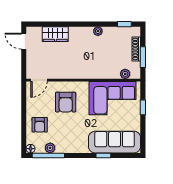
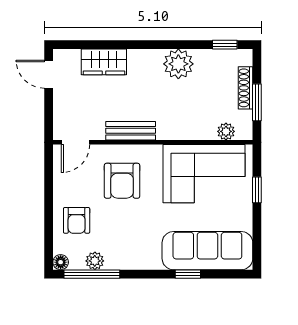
plant: (98, 31) -> (178, 64), width x1.88, depth x1.88
bench: (71, 73) -> (131, 131), added

